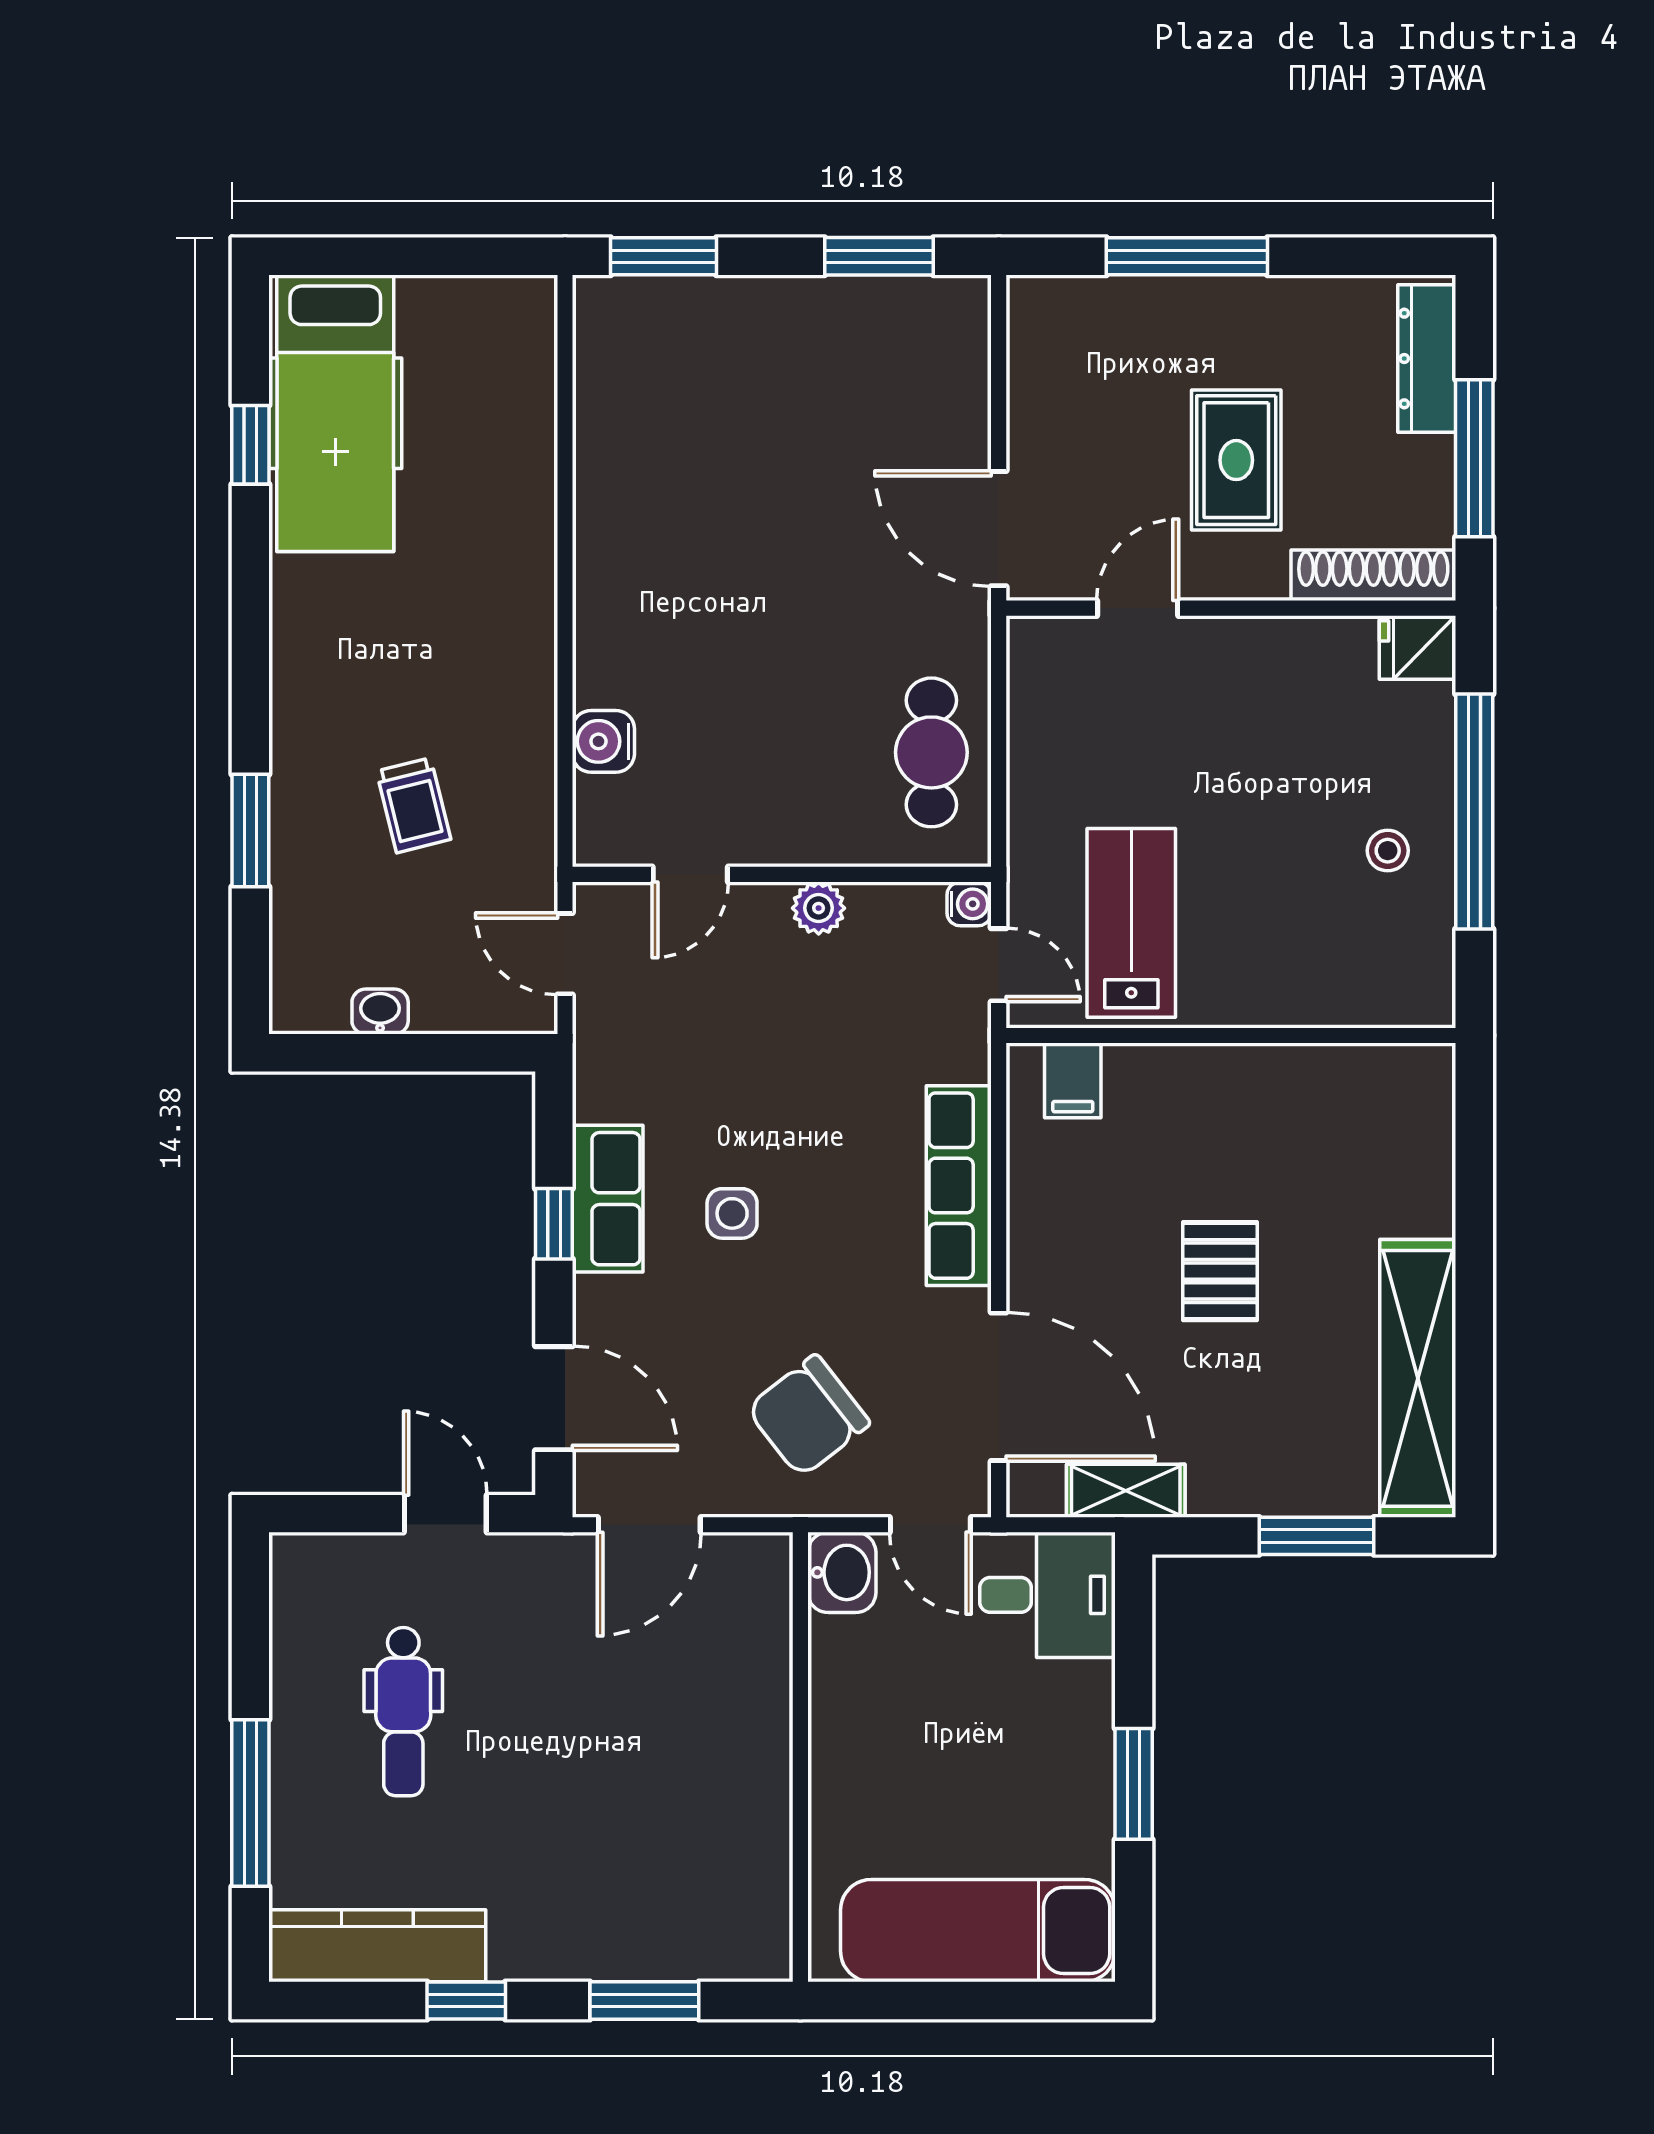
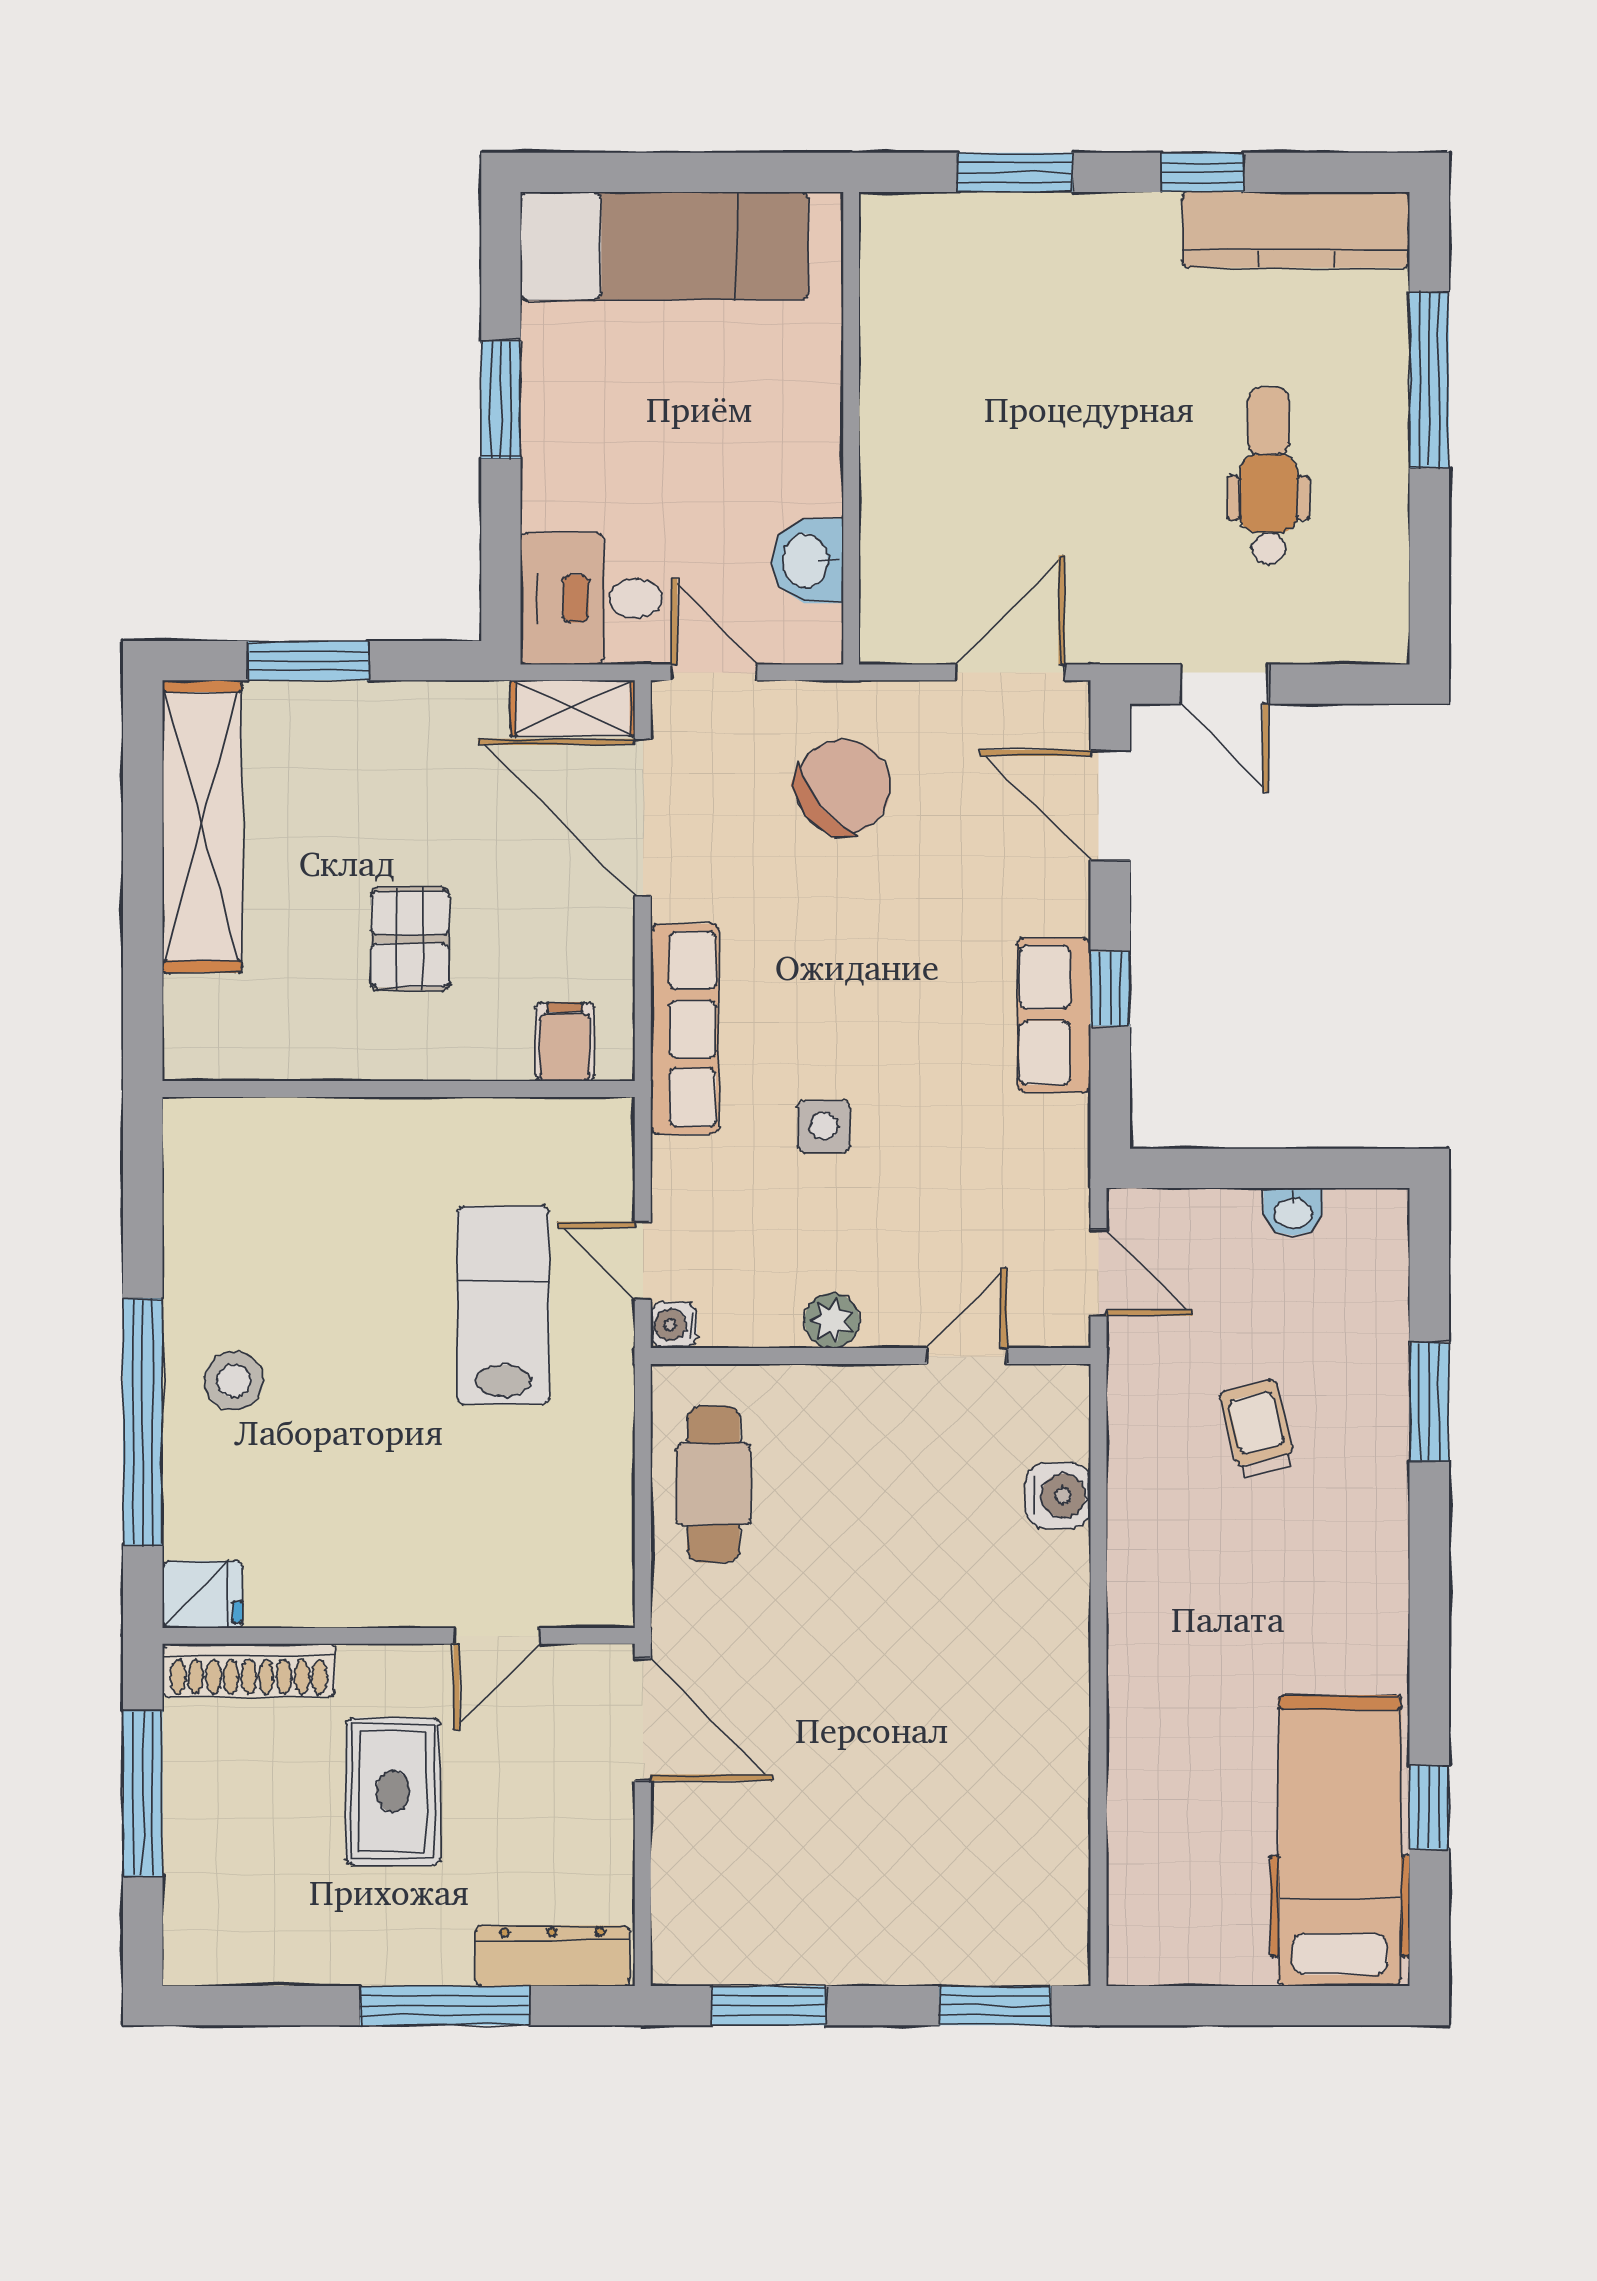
dresser: (1427, 359) -> (552, 1956), moved, turned -90
stool: (1388, 851) -> (234, 1381), width x1.37, depth x1.37
lab bench: (1131, 923) -> (503, 1305), turned 180
wall: (1231, 1035) -> (399, 1089), moved
filing cabinet: (1073, 1080) -> (565, 1042), moved
side table: (732, 1213) -> (824, 1127), moved
shelving: (1126, 1491) -> (573, 708), moved
washbasin: (842, 1572) -> (807, 561), moved

